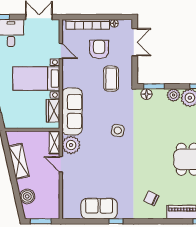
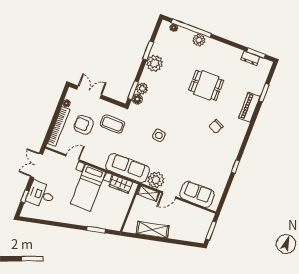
plant: (174, 95) -> (142, 88), moved
boiler: (27, 196) -> (185, 234), removed
chair: (151, 198) -> (216, 126), moved
sofa: (99, 209) -> (197, 194), moved, turned 90

